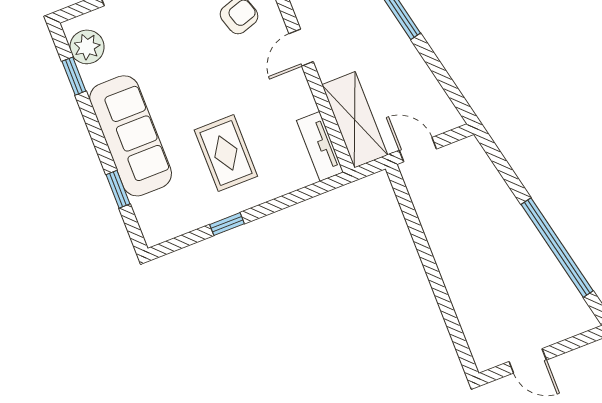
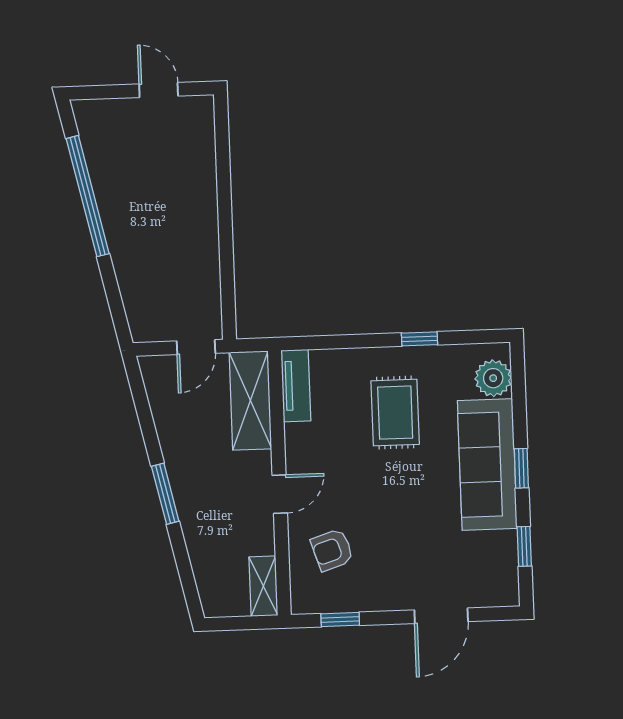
plant: (87, 47) -> (493, 378), moved
door: (418, 150) -> (196, 347), hinge flipped
window: (118, 189) -> (521, 468), moved

